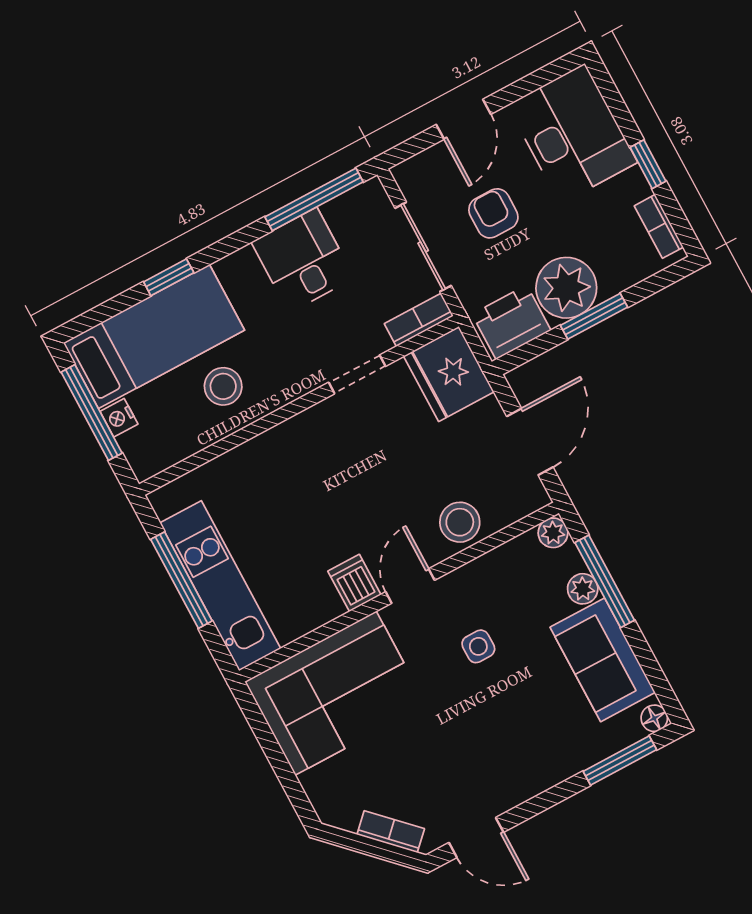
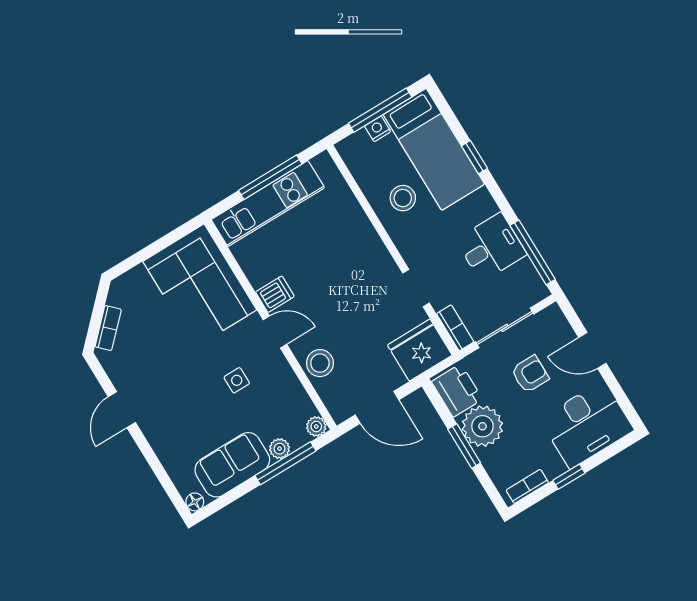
window: (620, 760) -> (165, 480), removed
door: (476, 837) -> (122, 410), moved

